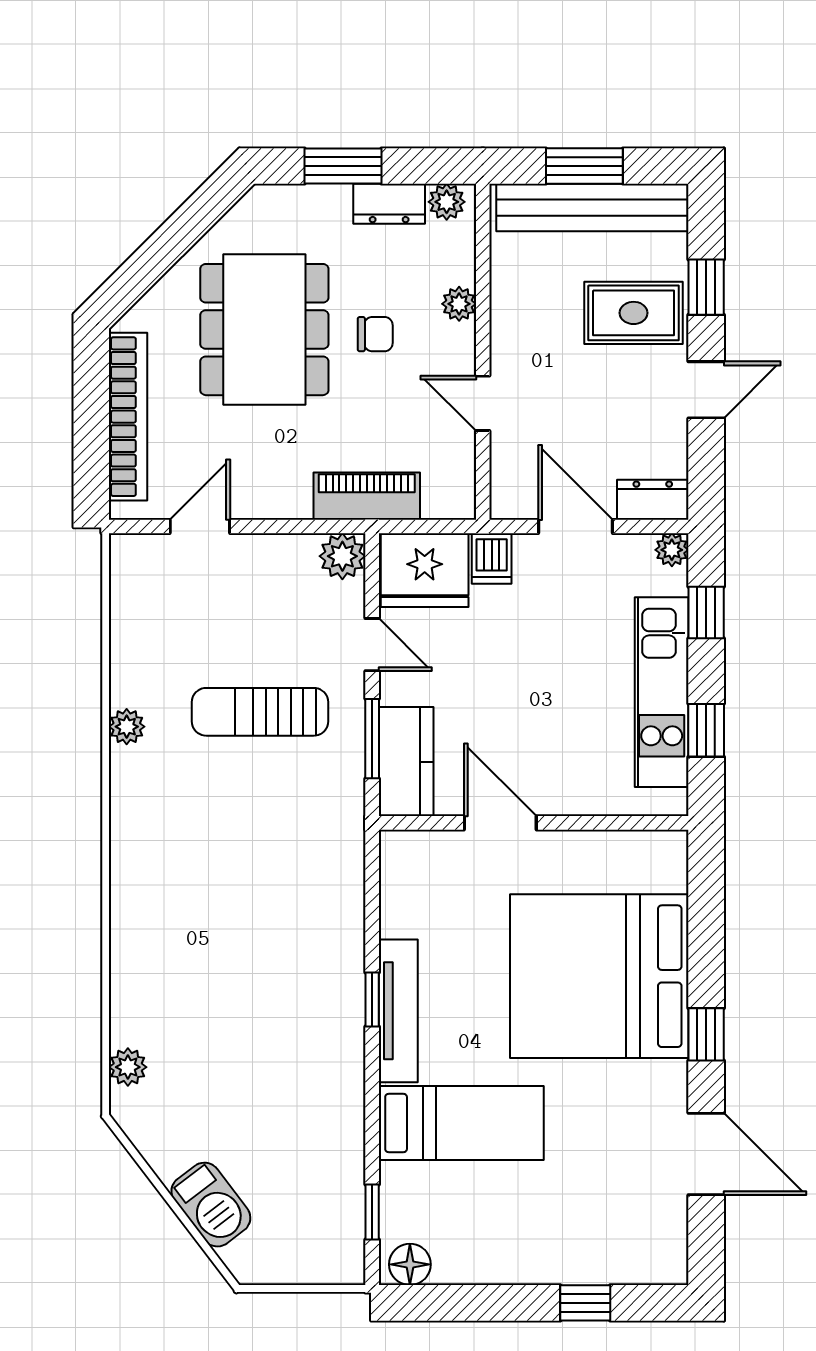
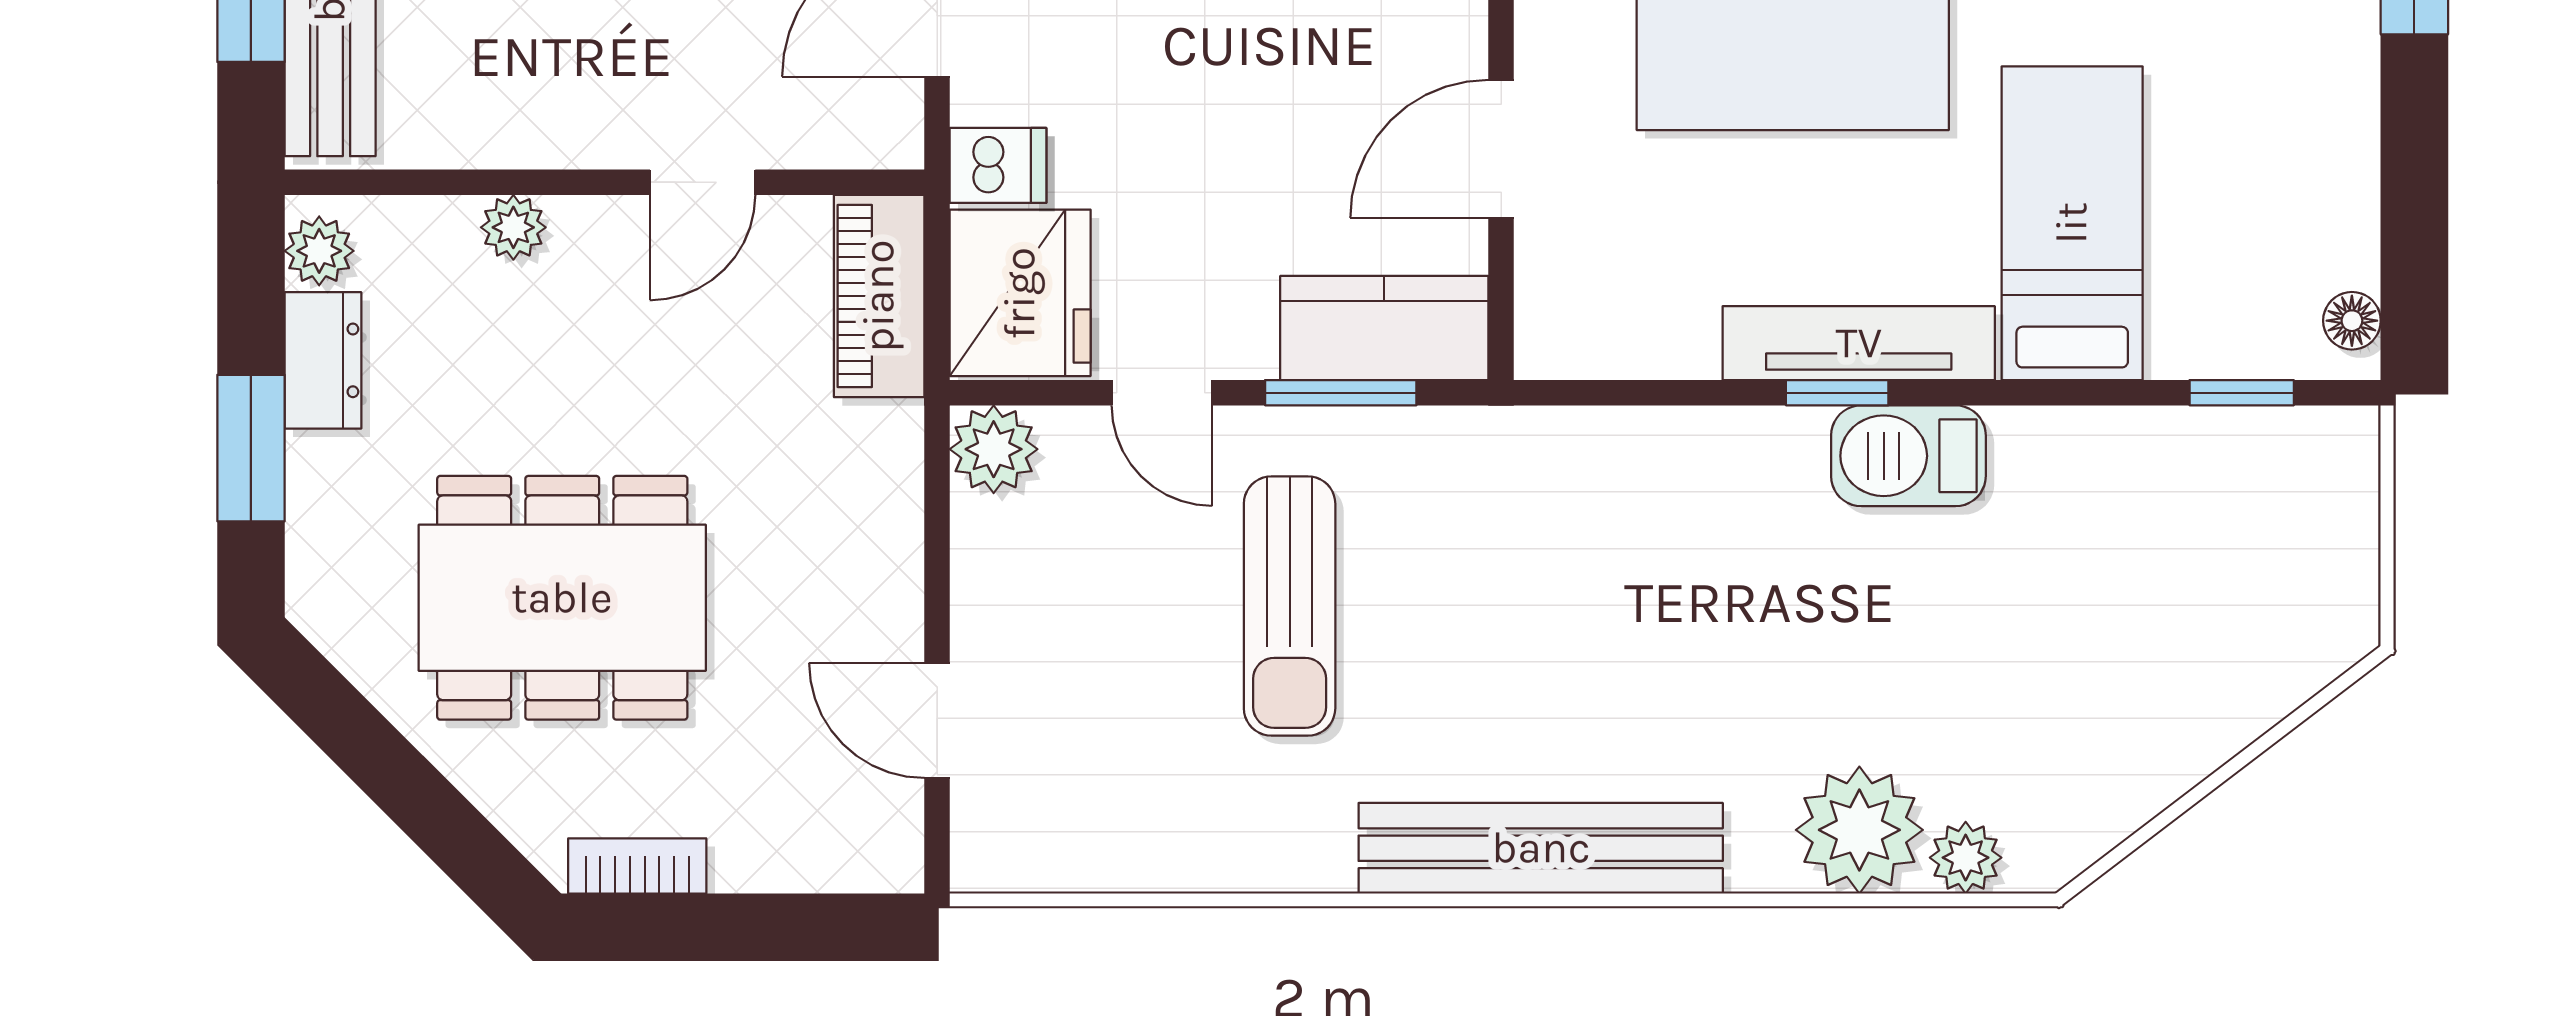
chair: (375, 334) -> (571, 387), removed
bookcase: (128, 417) -> (637, 866), width x0.43, depth x0.76
piano: (367, 496) -> (879, 296), moved
door: (372, 645) -> (1162, 393), swing flipped
plant: (127, 727) -> (1859, 830), moved, width x1.88, depth x1.88
bench: (133, 844) -> (1541, 848), added
barbecue: (211, 1205) -> (1908, 456), moved, turned -143
floor lamp: (410, 1264) -> (2352, 321), width x0.73, depth x0.73

